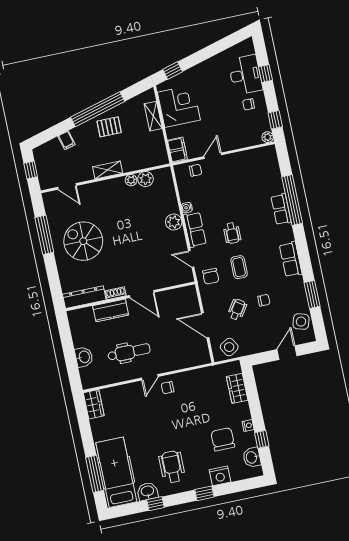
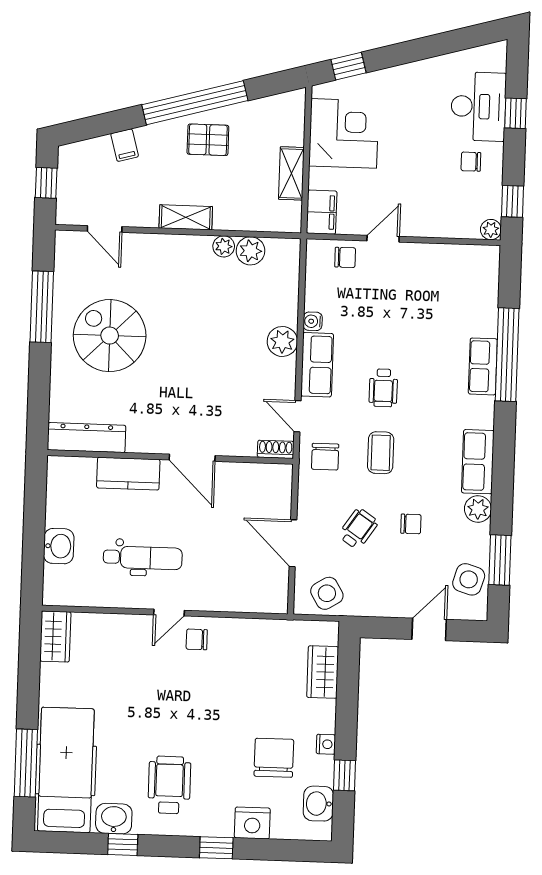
shelving: (153, 116) -> (291, 173), moved
plant: (297, 284) -> (478, 509), added
shoe rack: (116, 293) -> (276, 449), moved
window: (312, 294) -> (500, 560), moved

